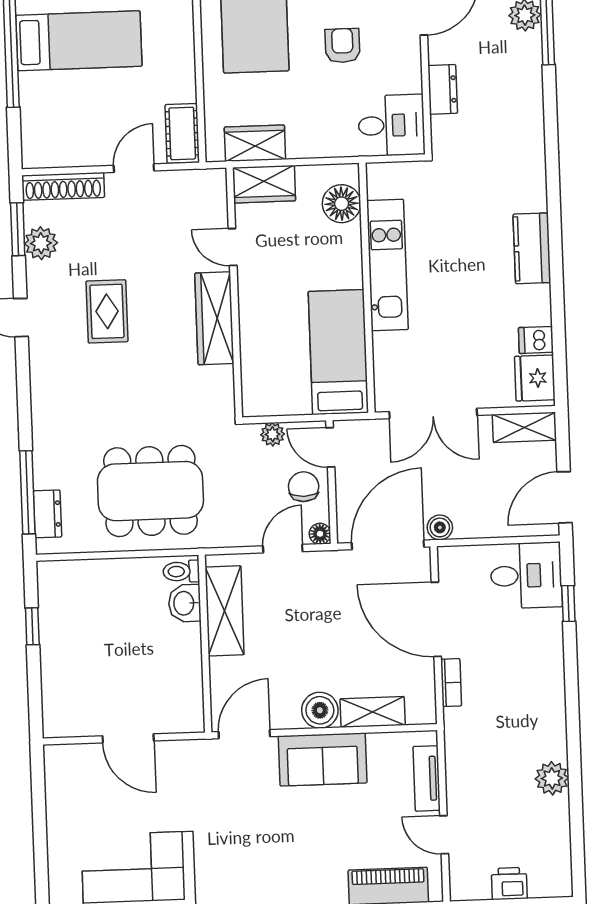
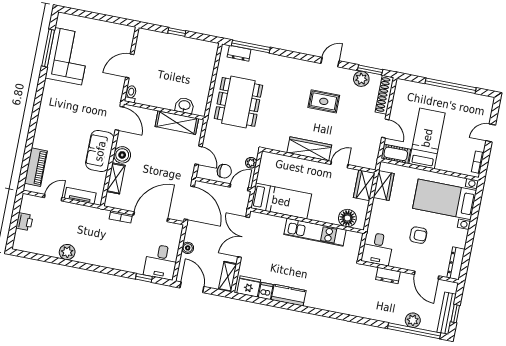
bed: (79, 41) -> (427, 138), moved, turned 180
kitchen counter: (532, 248) -> (289, 295), moved
boiler: (440, 527) -> (188, 248), moved
floor lamp: (320, 534) -> (201, 174), removed
toilet: (181, 571) -> (131, 94), moved
window: (32, 626) -> (177, 32), moved

